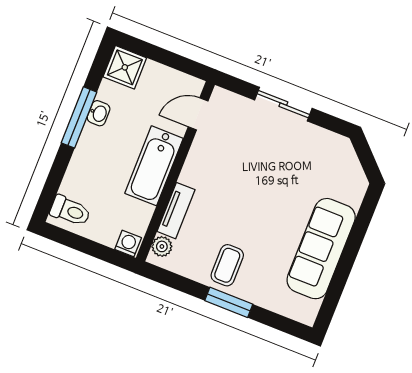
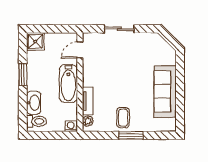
washbasin: (99, 113) -> (34, 103), moved, width x1.91, depth x1.45
window: (79, 117) -> (23, 74), width x0.69

